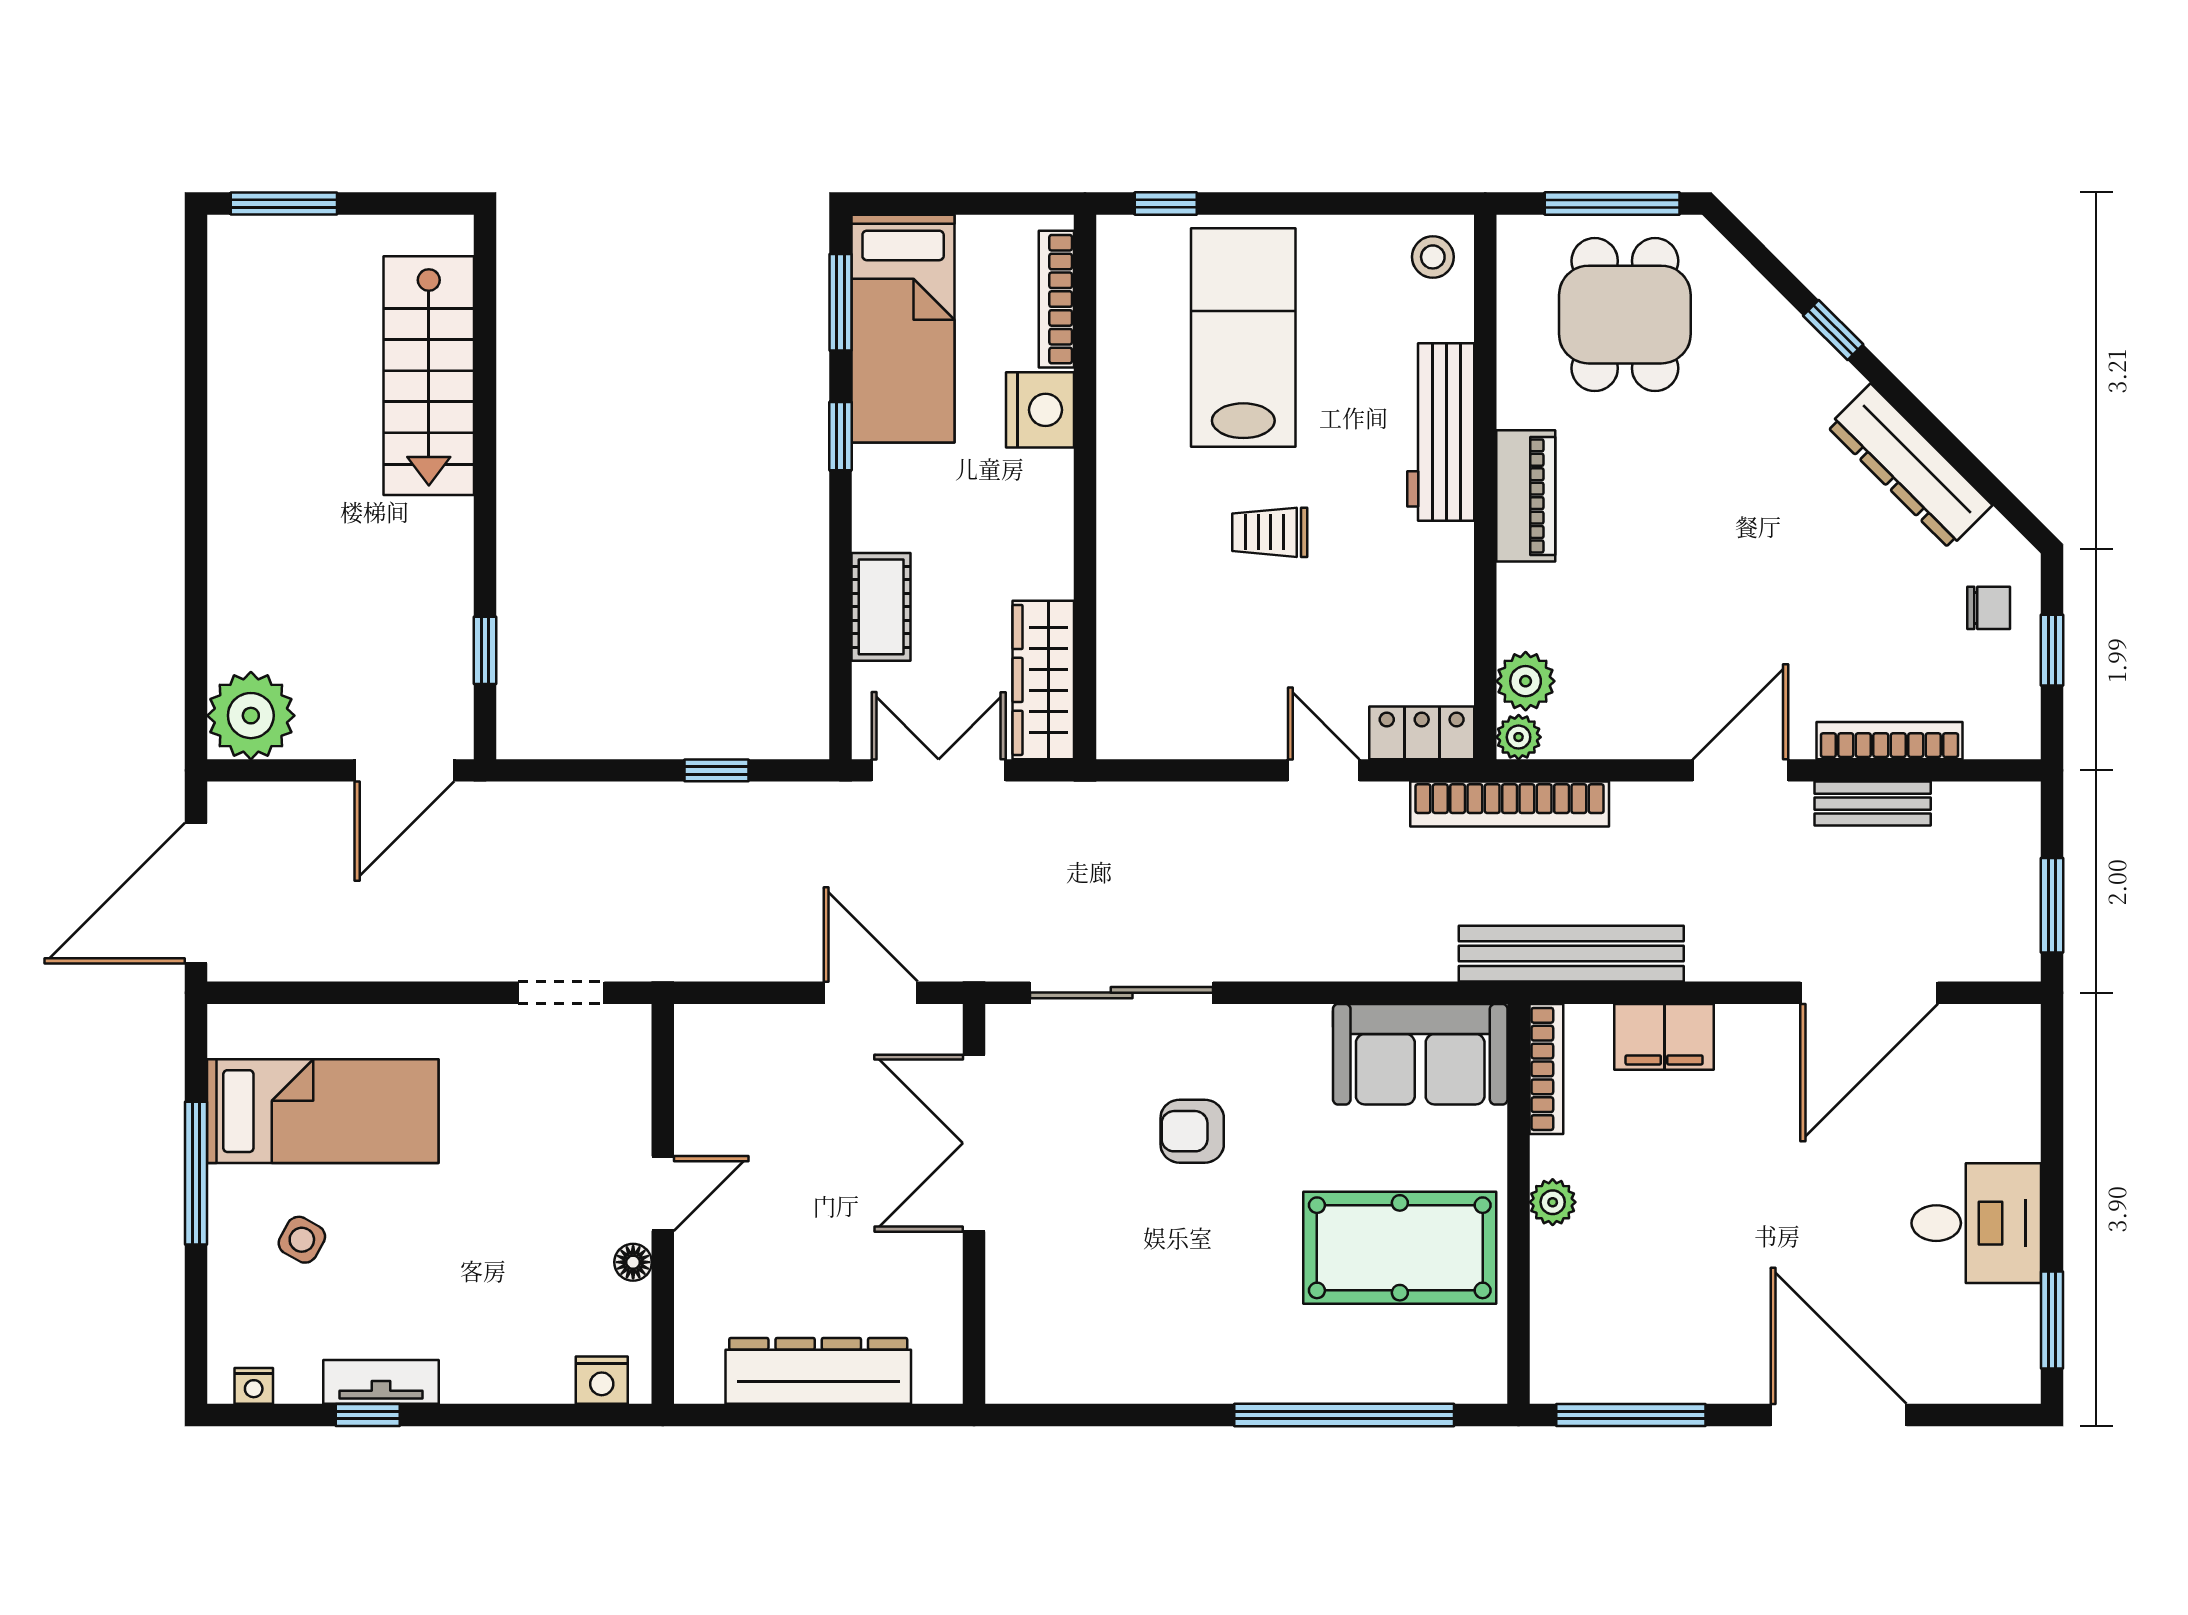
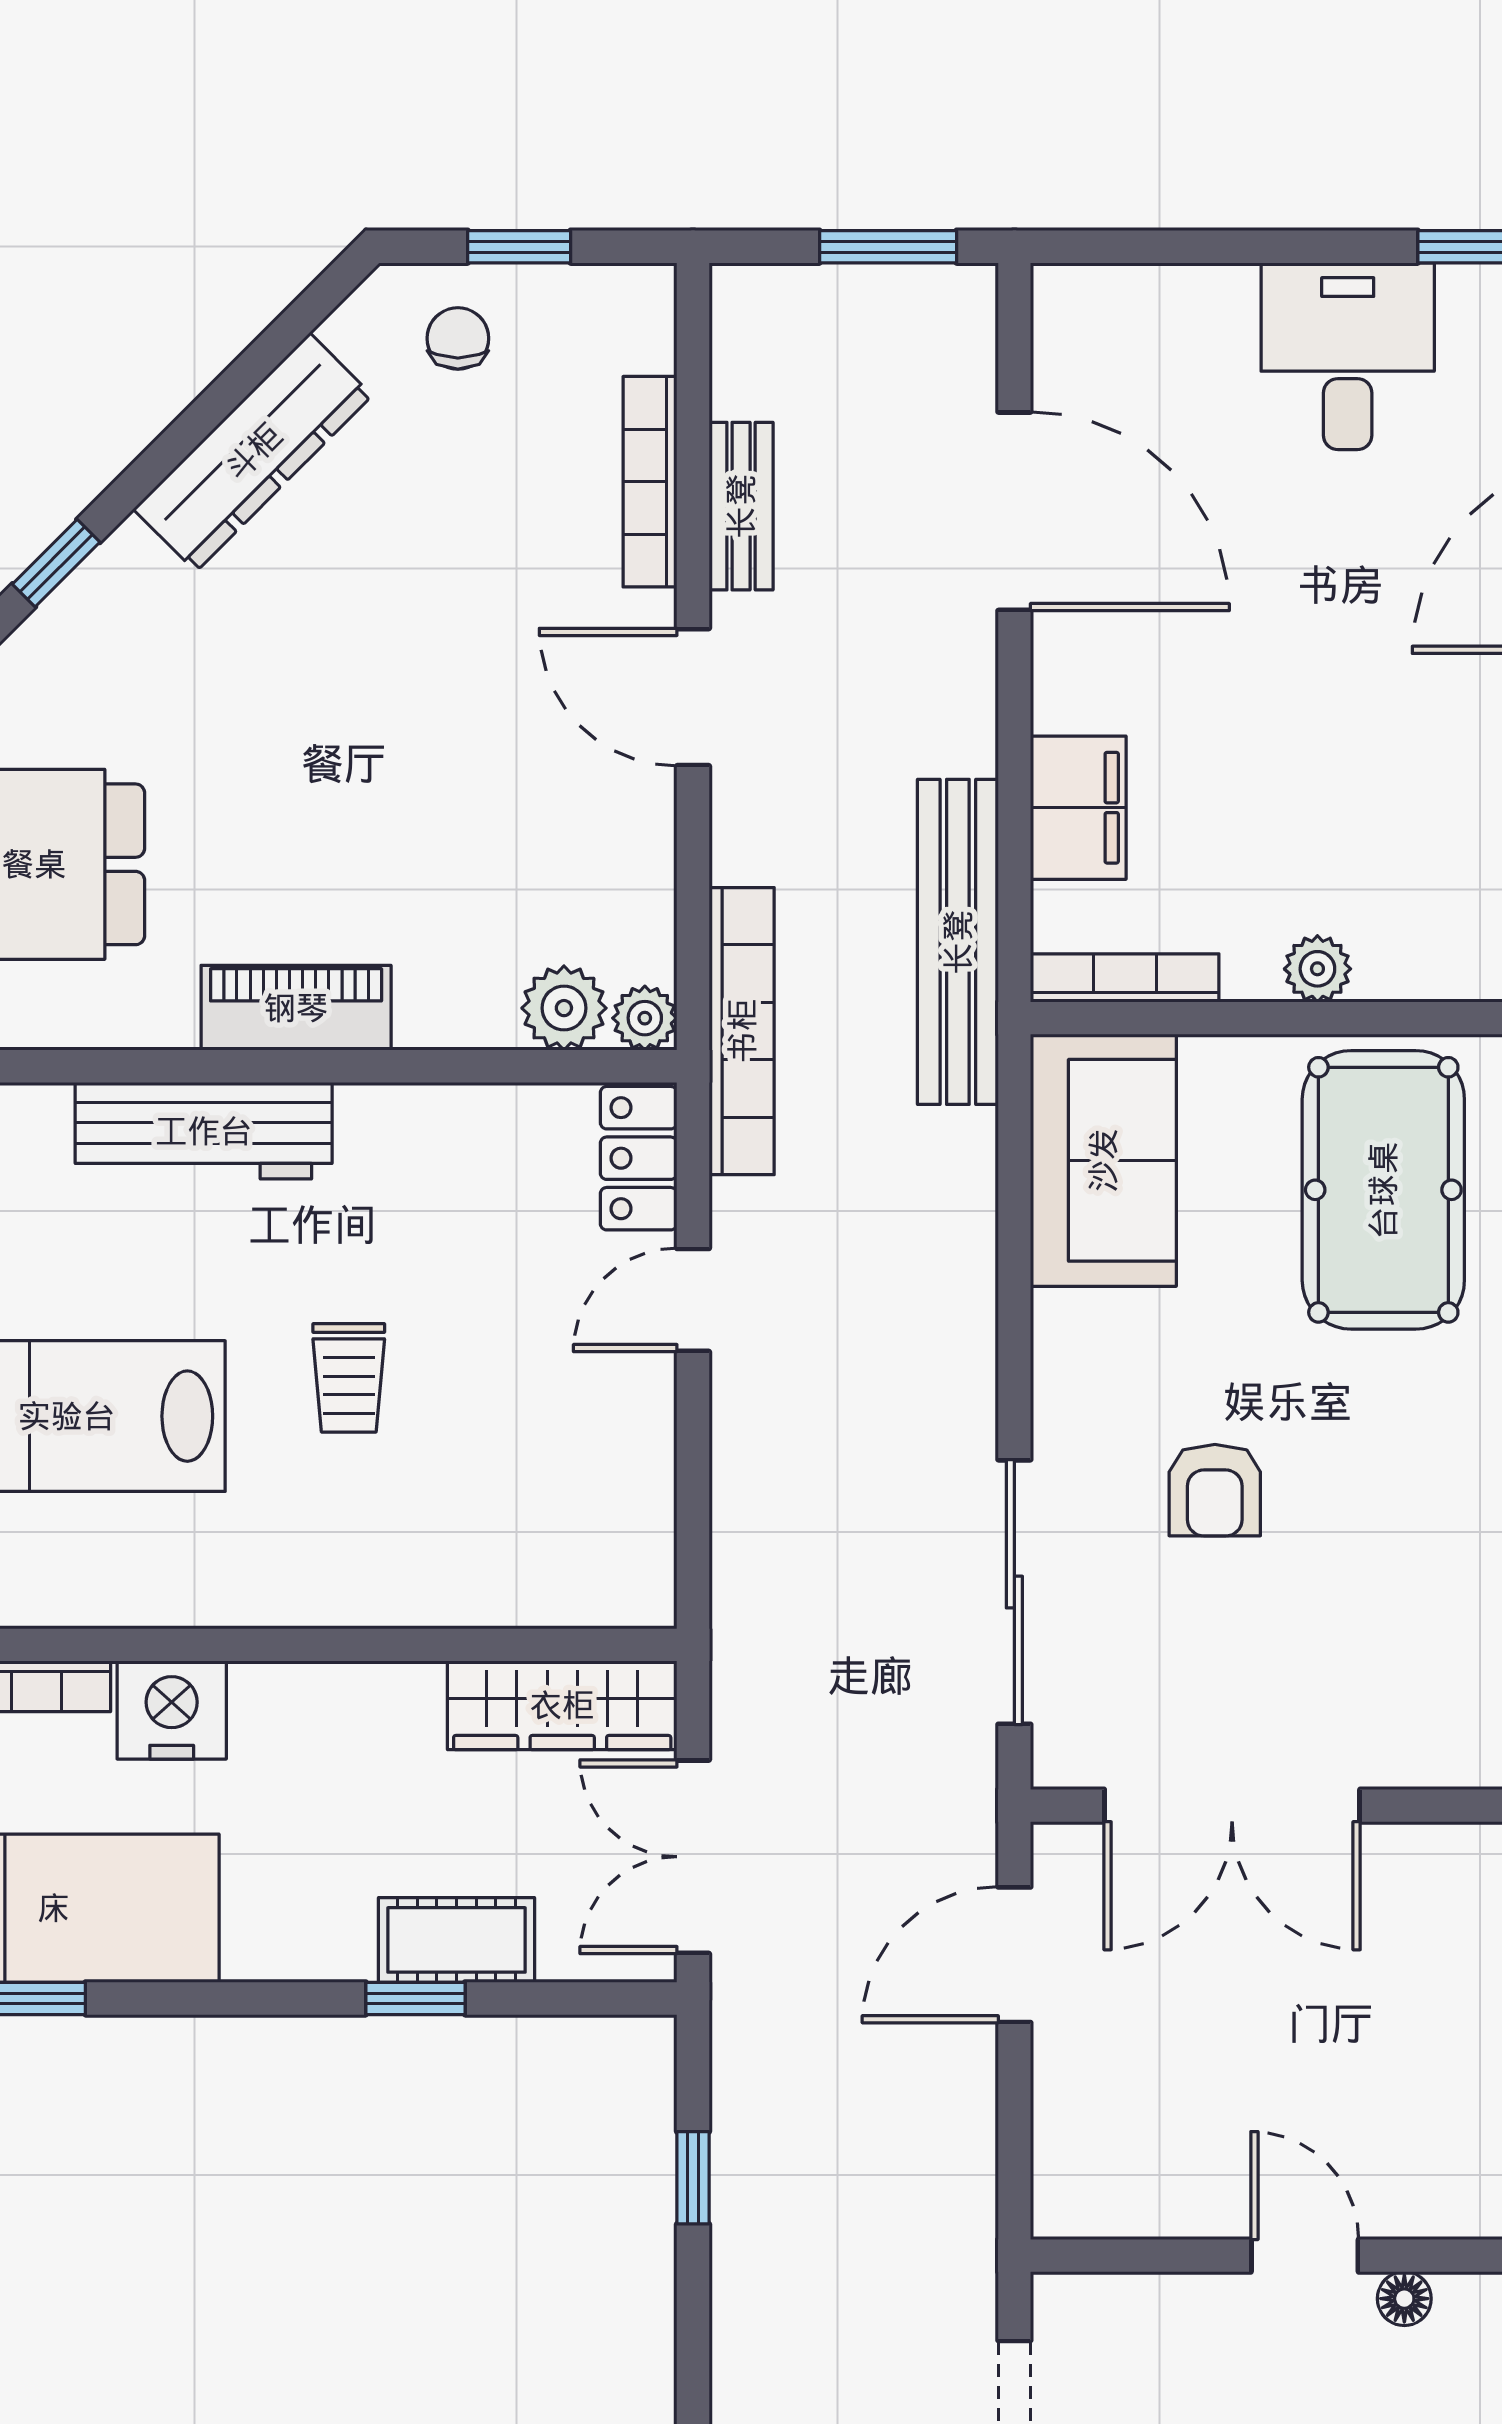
window: (841, 436) -> (415, 1998), moved

